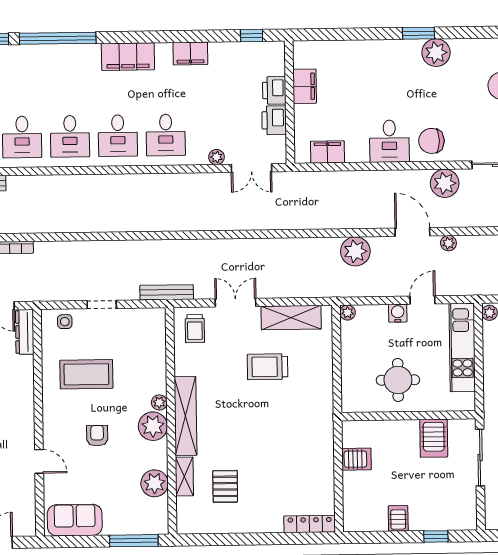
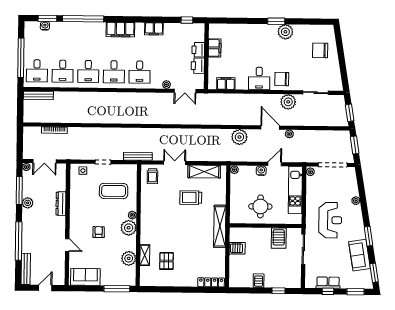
dresser: (25, 332) -> (61, 204), moved
coffee table: (86, 374) -> (114, 191), moved
shelving: (186, 416) -> (220, 226), moved

